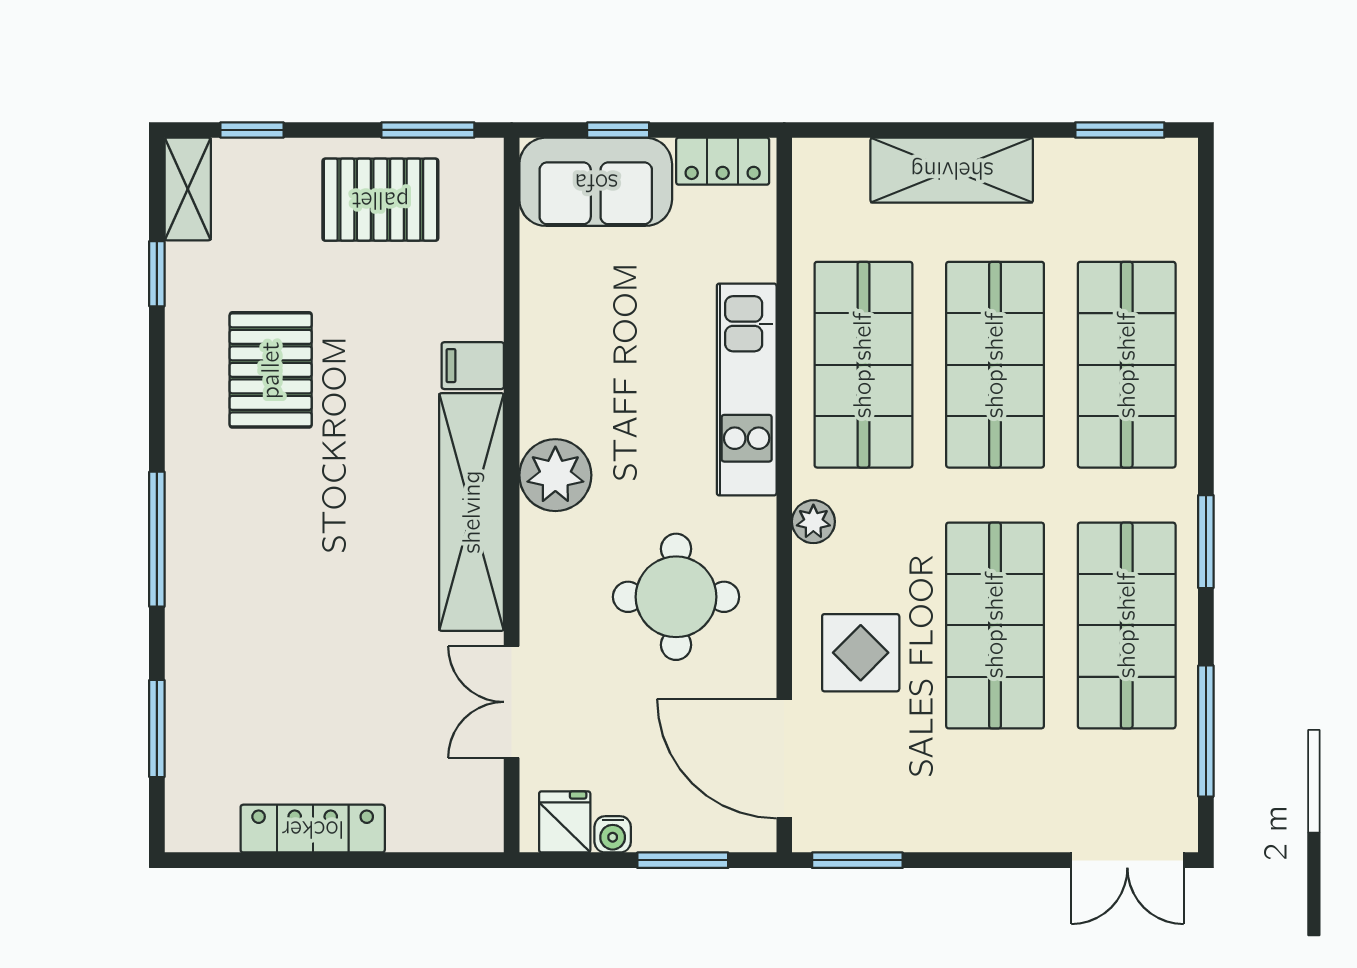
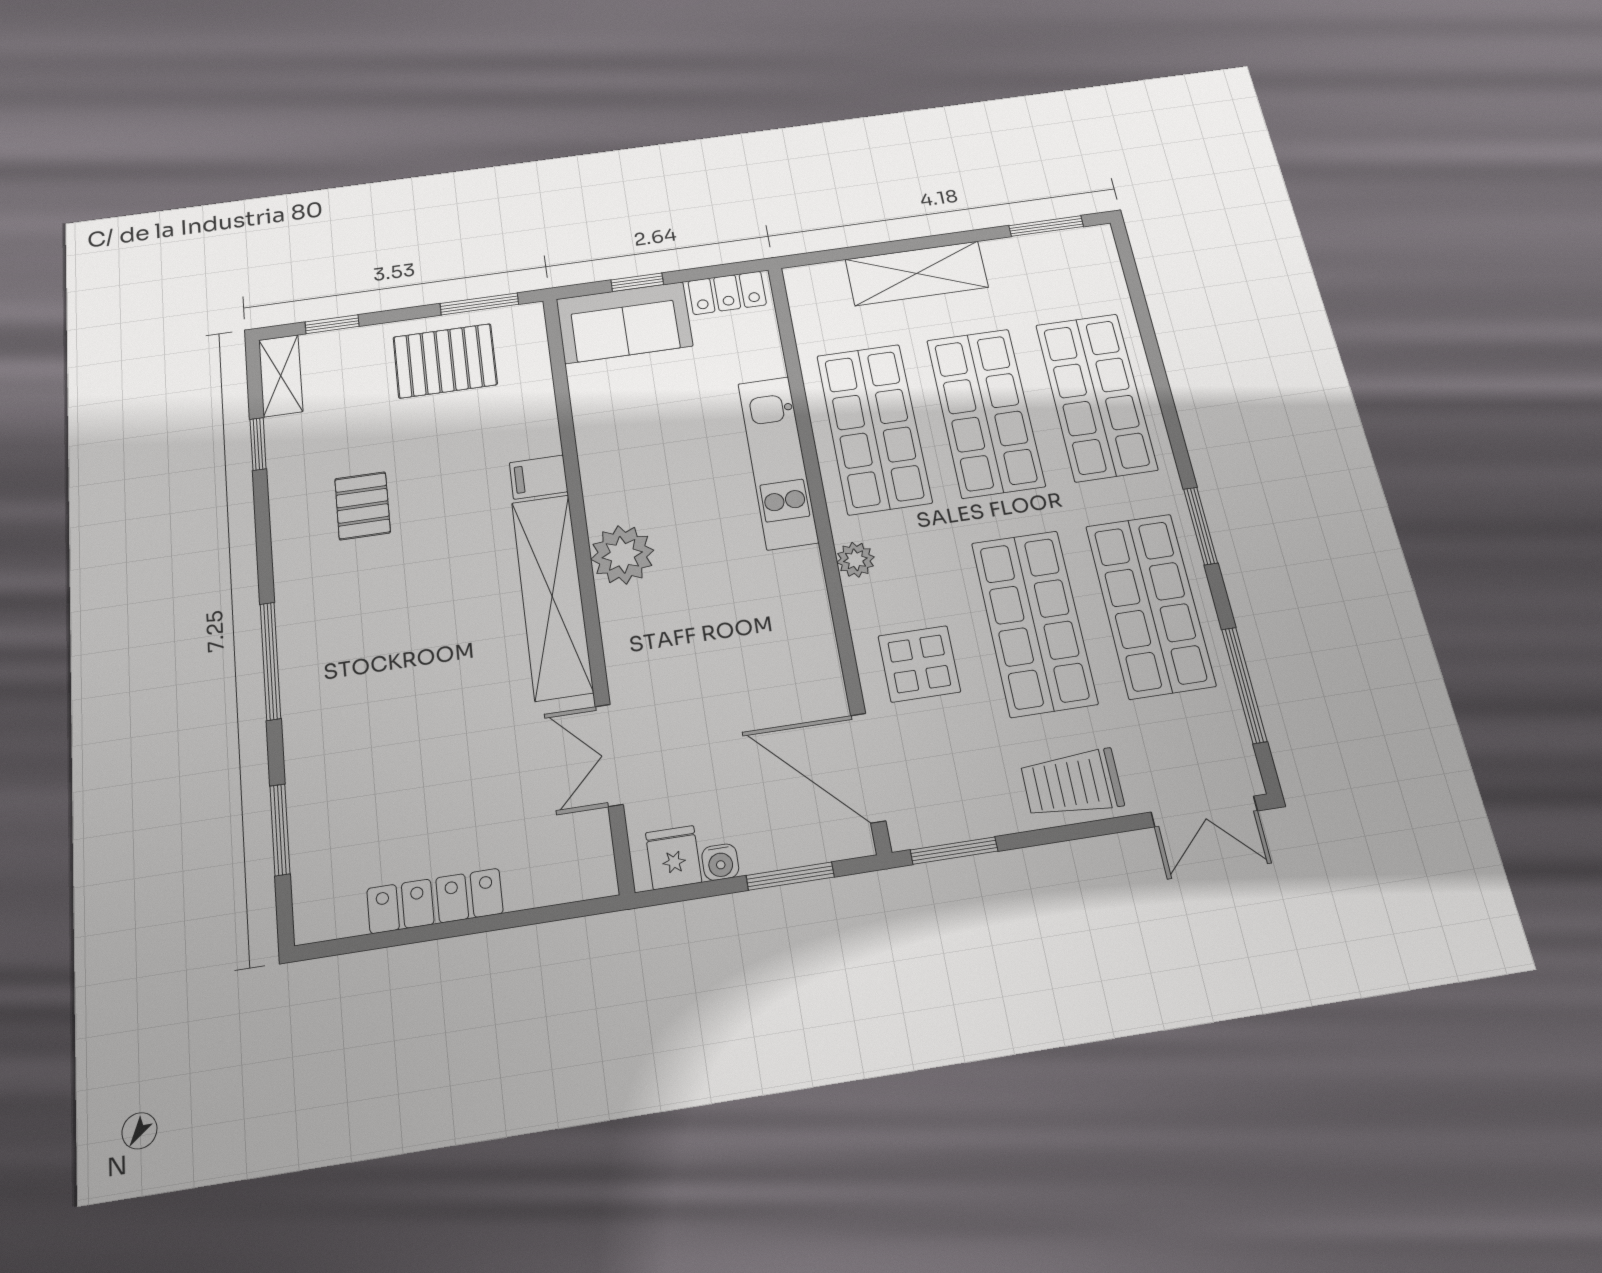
pallet: (271, 370) -> (363, 506), width x0.67, depth x0.71
round table: (676, 597) -> (745, 641), removed
trolley: (996, 809) -> (1072, 783), added

